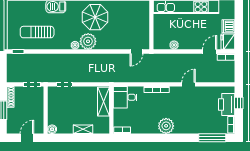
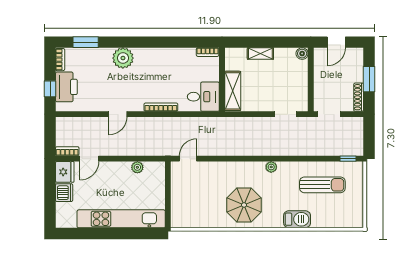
plant: (88, 41) -> (254, 172), removed
plant: (166, 126) -> (123, 58), moved
window: (212, 138) -> (86, 42), width x0.69

